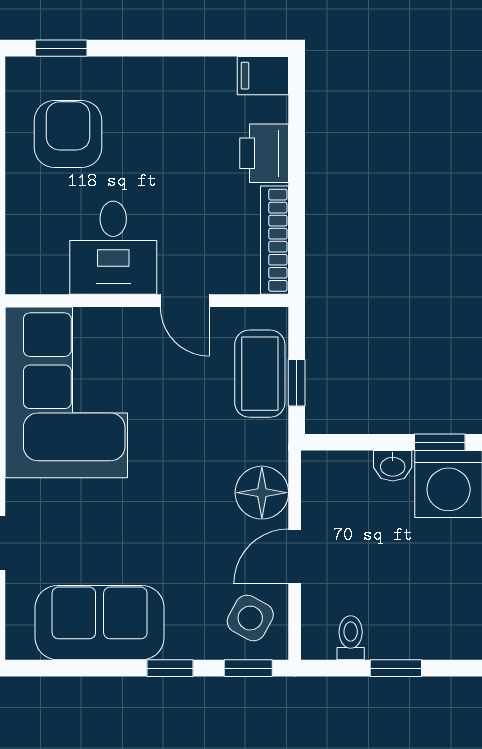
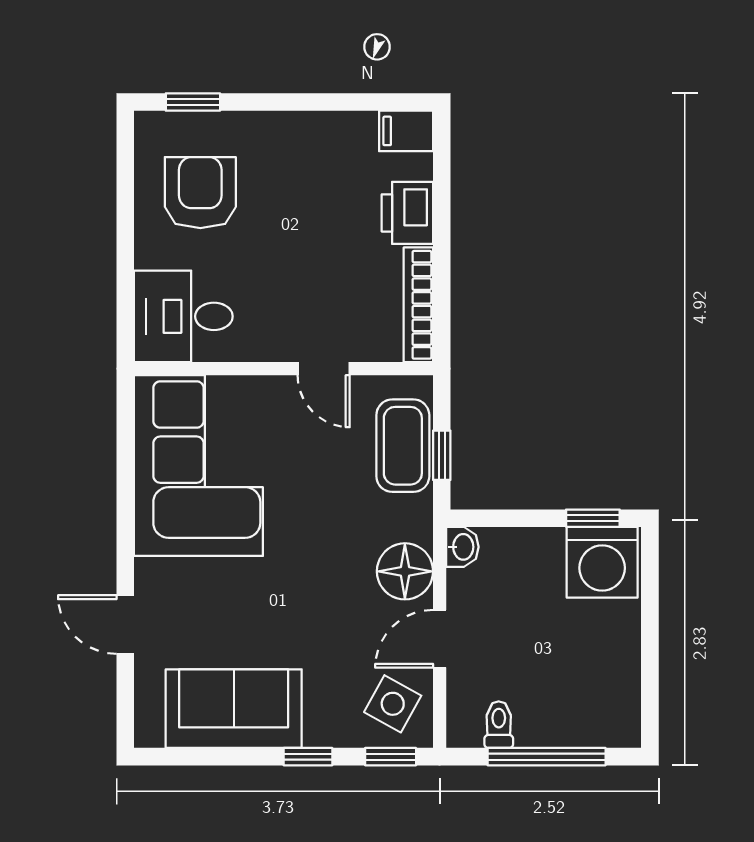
desk: (113, 248) -> (183, 316), moved, turned 90
washbasin: (393, 466) -> (462, 547), moved, turned -90
window: (396, 668) -> (547, 757), width x2.17

